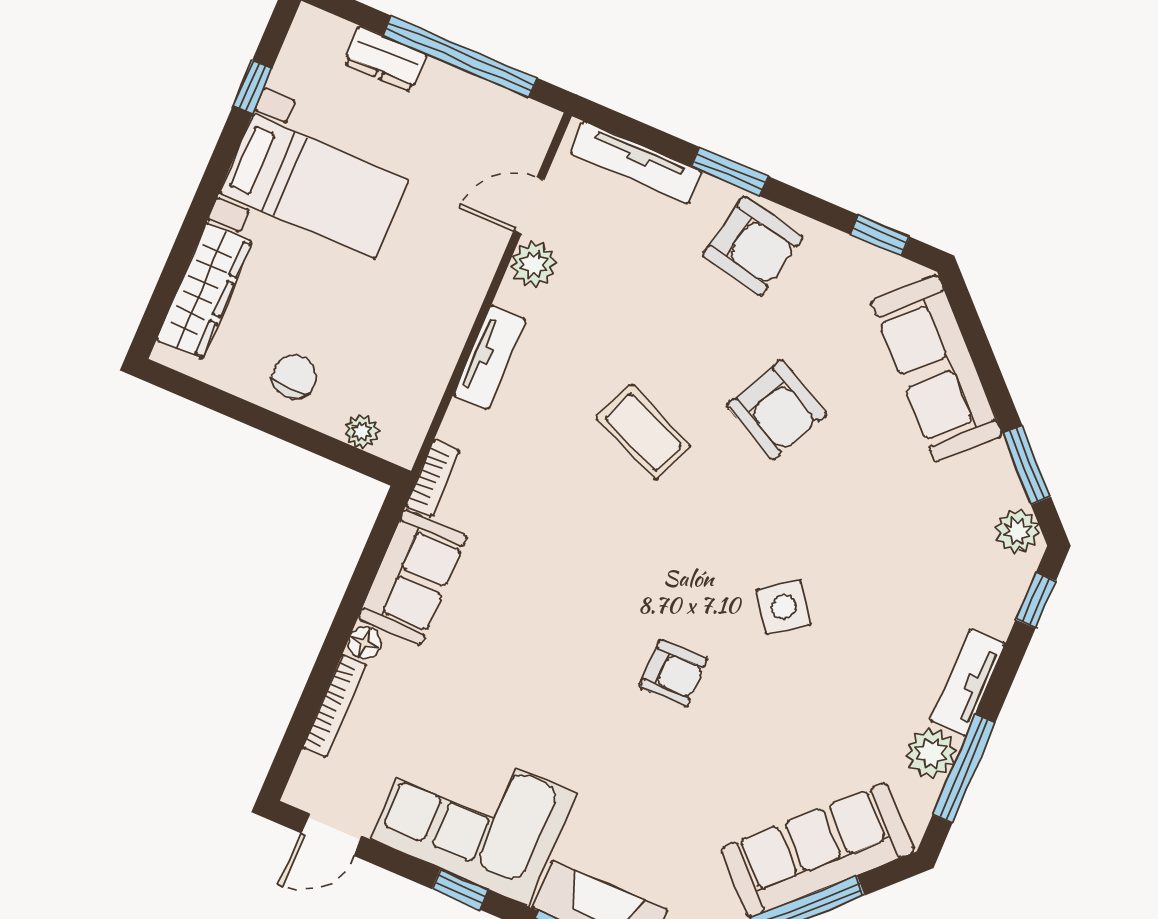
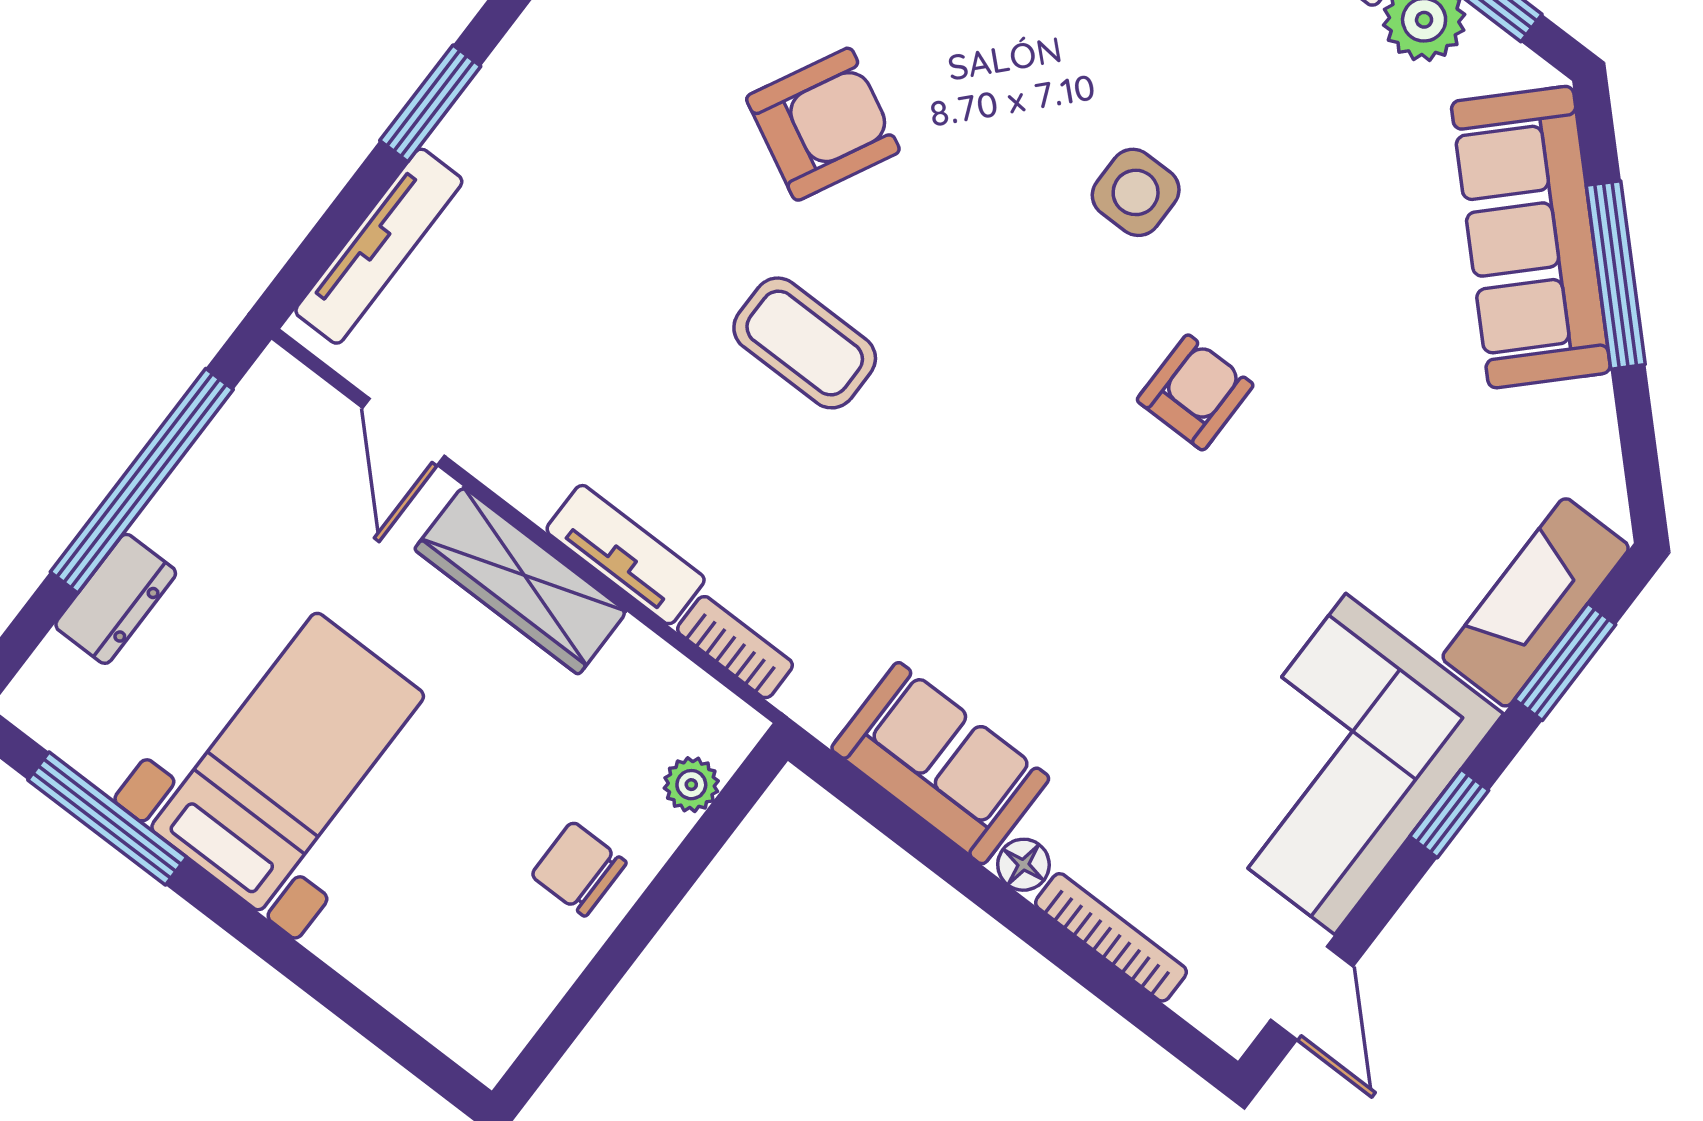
window: (252, 87) -> (107, 819), width x2.17
armchair: (753, 246) -> (556, 97), removed
plant: (534, 264) -> (498, 448), removed
wardrobe: (204, 291) -> (521, 581), moved, turned 180
coffee table: (643, 432) -> (805, 343), turned 67
bookcase: (433, 478) -> (735, 647), moved
side table: (784, 607) -> (1136, 192), turned 36

